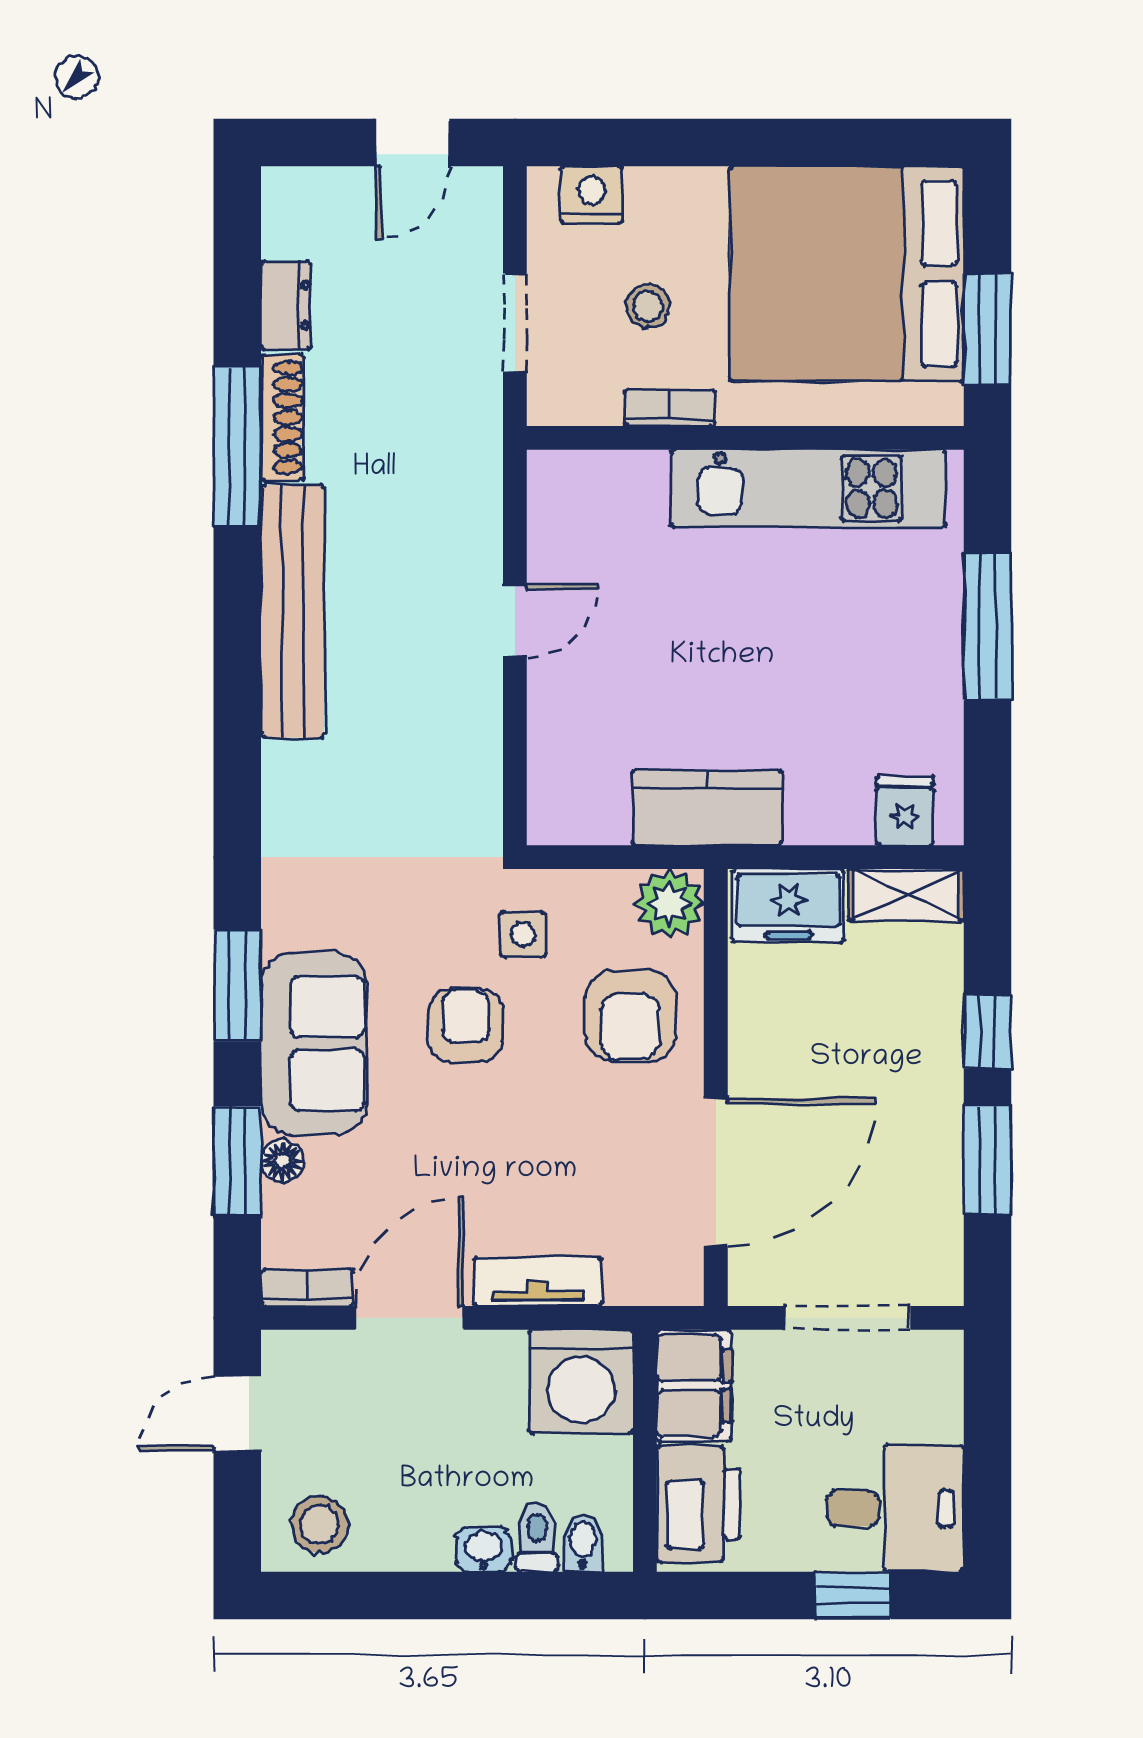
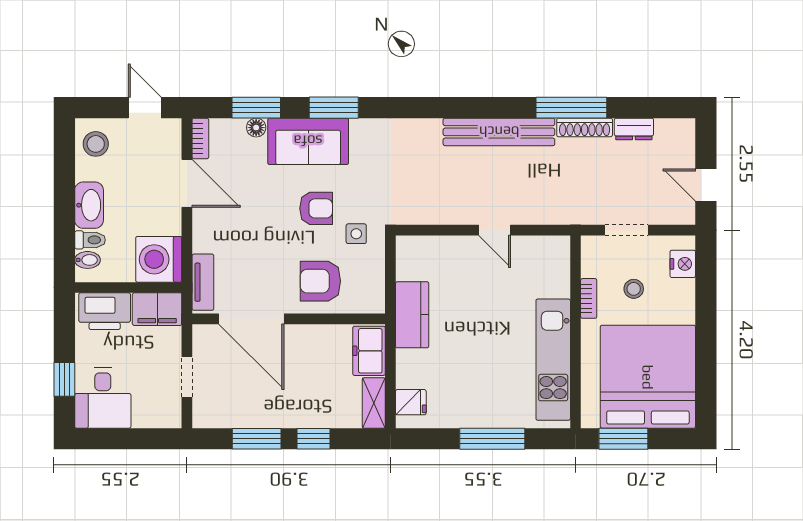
plant: (669, 903) -> (370, 298), removed
tv unit: (538, 1282) -> (203, 282), moved
doorway: (847, 1318) -> (187, 377), width x0.73
washbasin: (484, 1550) -> (89, 205), width x1.91, depth x1.45

